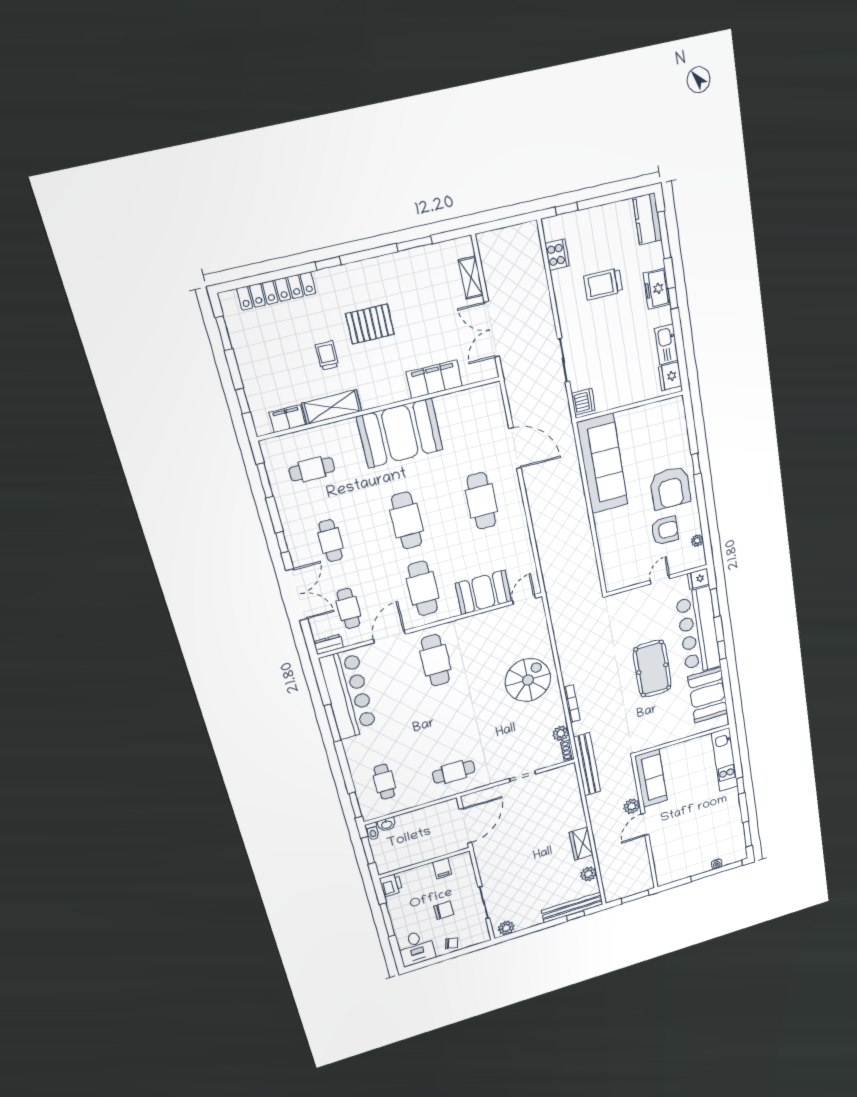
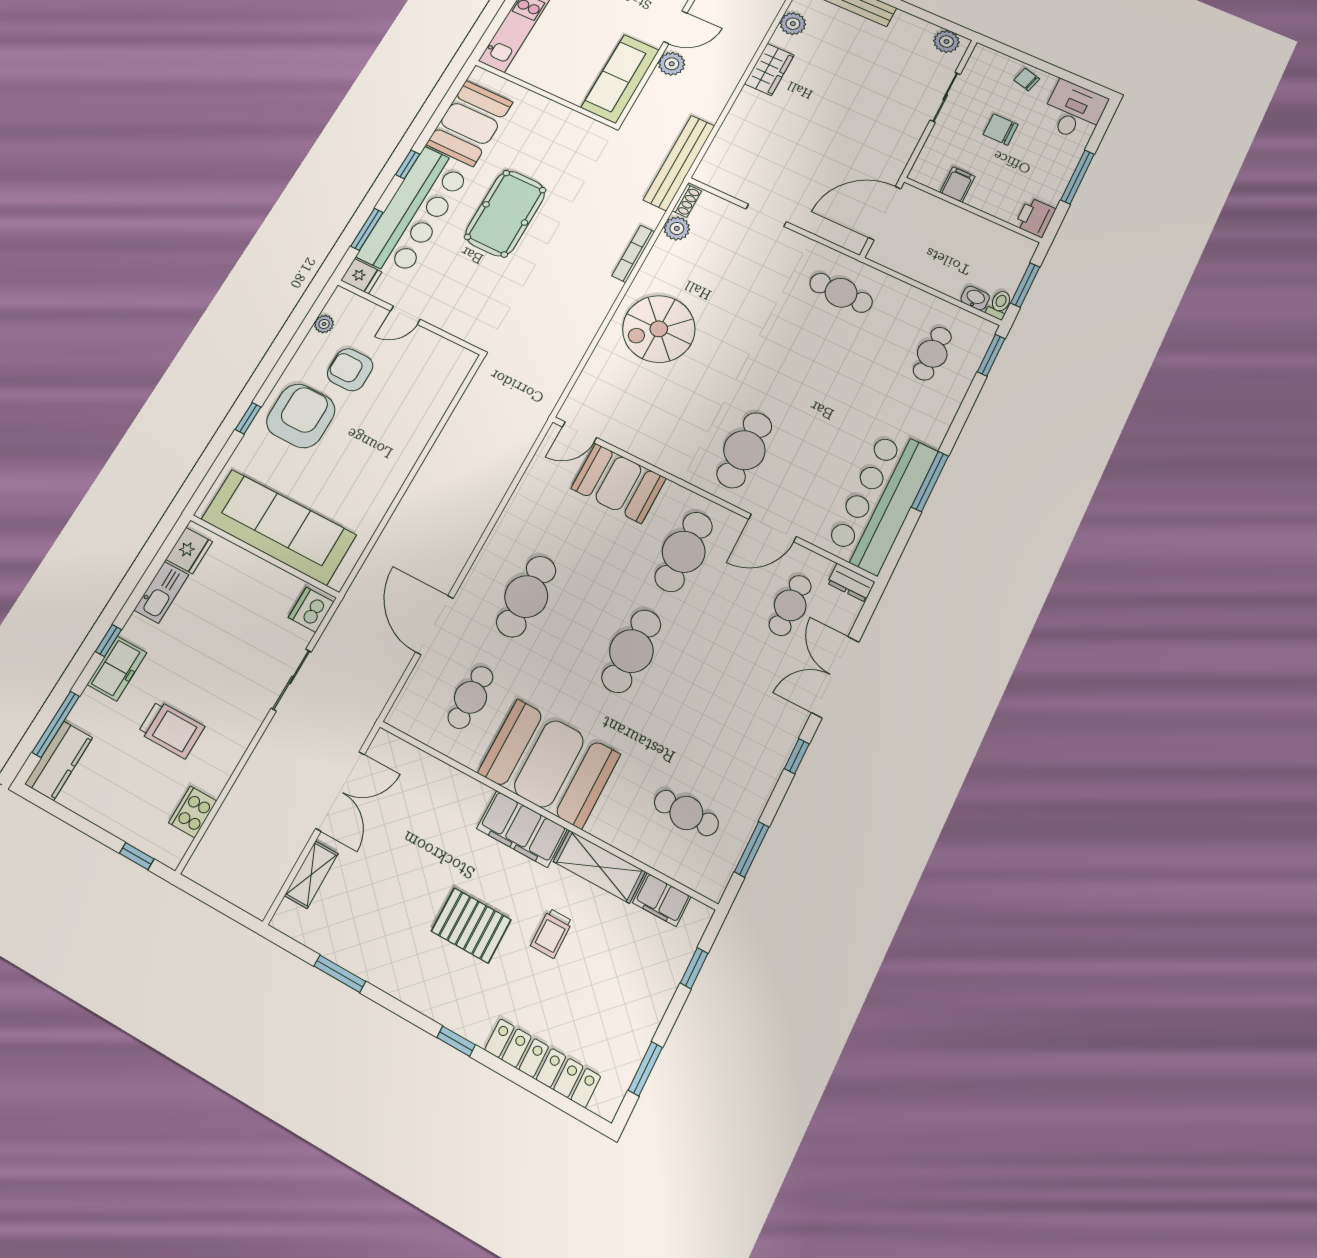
filing cabinet: (434, 379) -> (522, 829), moved
sofa: (602, 464) -> (279, 527), moved, turned 90
cafe table: (331, 541) -> (471, 697), moved

